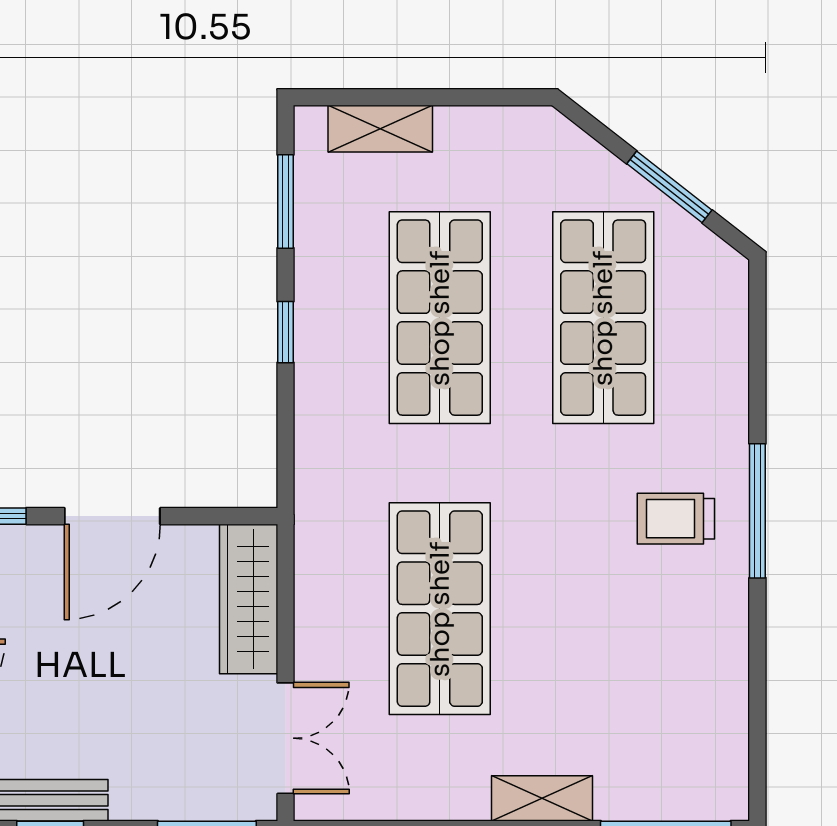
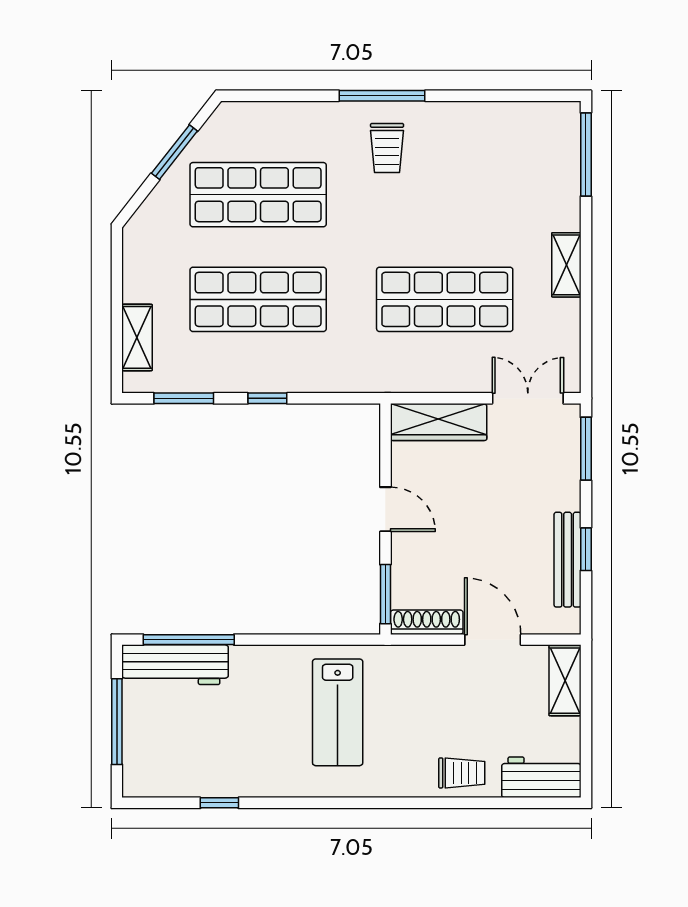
door: (112, 516) -> (385, 509), width x0.73
shelving: (542, 798) -> (566, 265), moved

